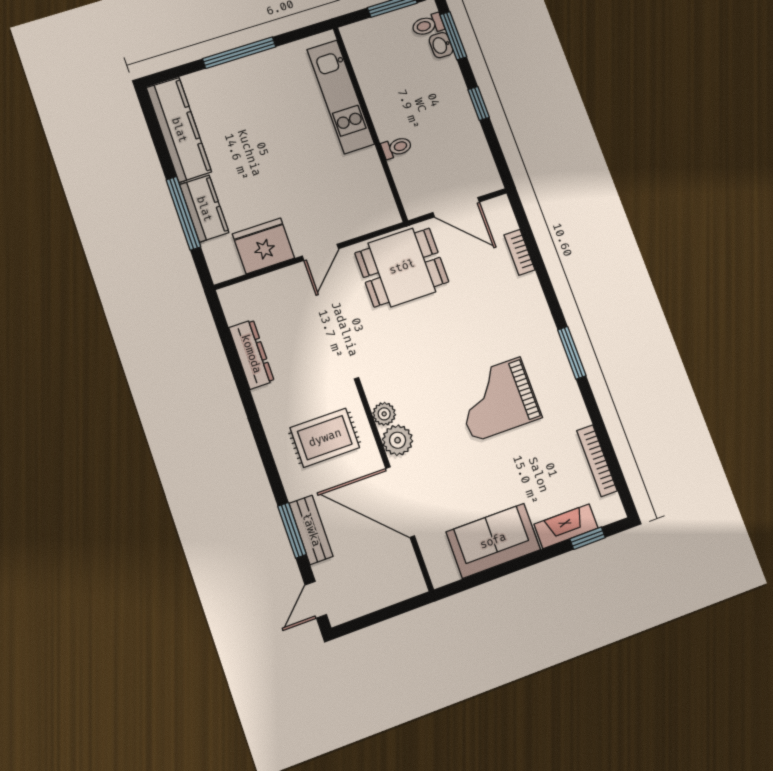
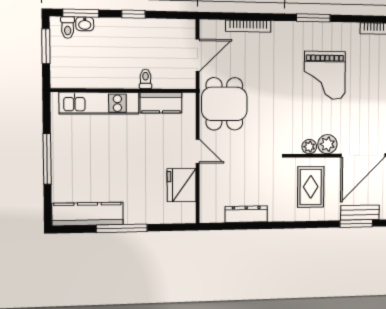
kitchen counter: (204, 209) -> (161, 103), moved, turned 180
window: (183, 213) -> (122, 228), moved
bookcase: (520, 252) -> (248, 26), width x1.56

